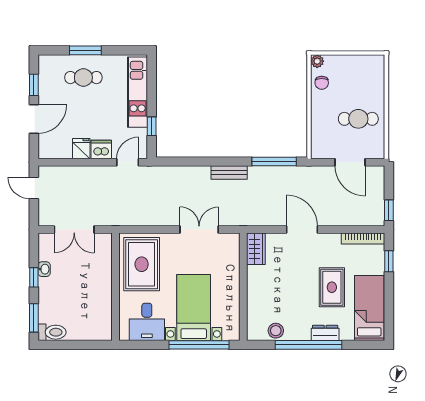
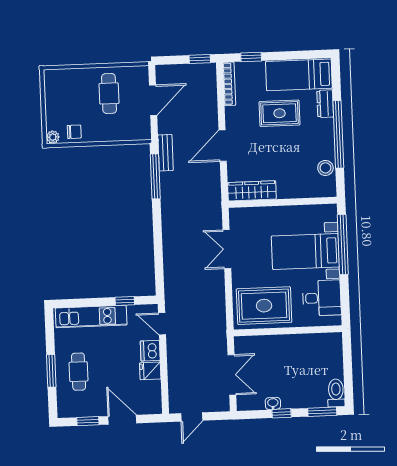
bench: (229, 173) -> (166, 153), moved
wardrobe: (256, 249) -> (252, 191), width x1.50
dresser: (325, 333) -> (325, 104), moved

